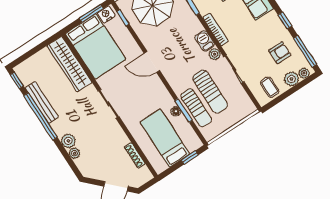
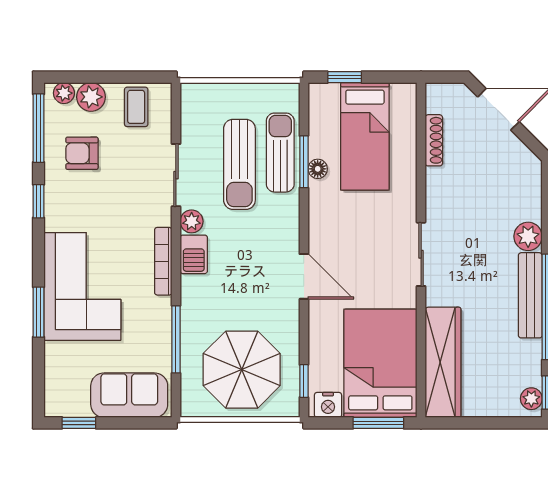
window: (91, 13) -> (378, 423), moved
sun lounger: (210, 91) -> (239, 164), turned 180
bench: (42, 103) -> (530, 295), moved
plant: (74, 153) -> (531, 399), moved

